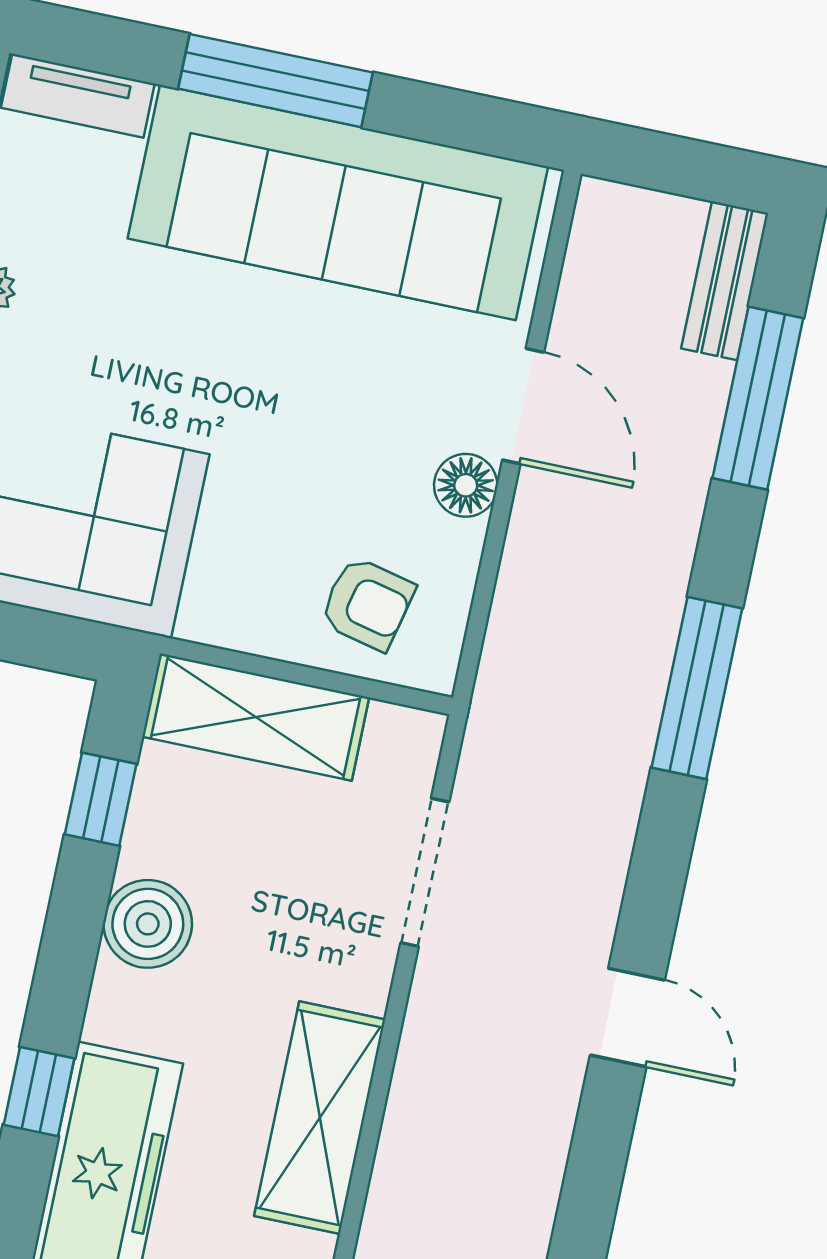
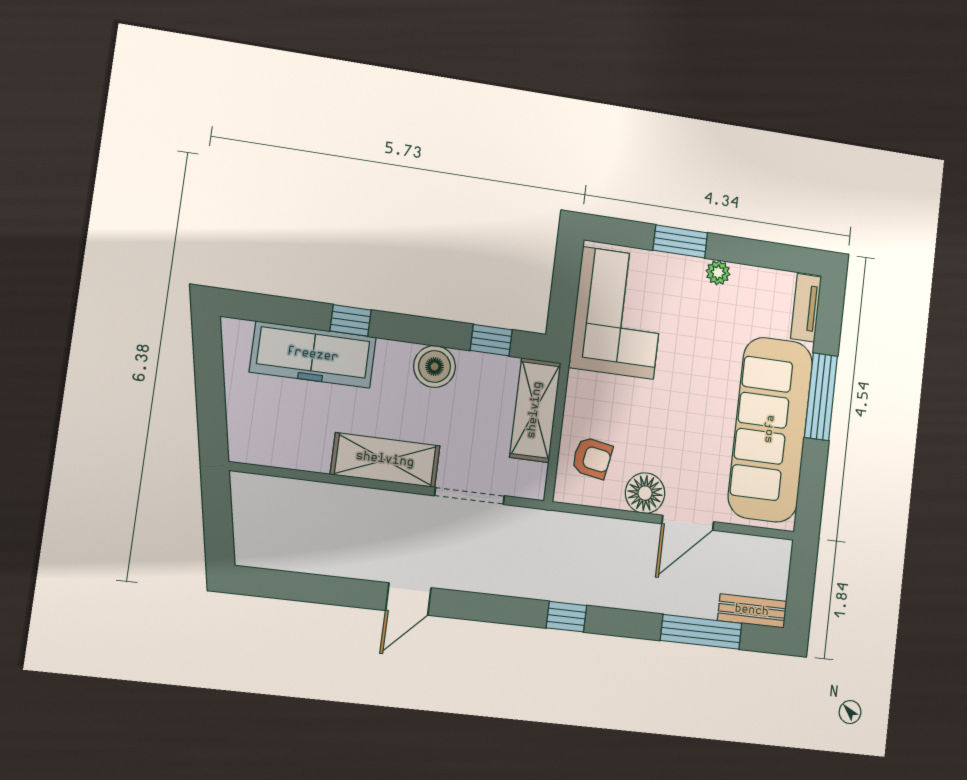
floor lamp: (466, 485) -> (645, 493), width x1.38, depth x1.38
armchair: (367, 604) -> (592, 458), turned -93
window: (697, 688) -> (566, 617), width x0.46
shelving: (320, 1118) -> (385, 460), moved

